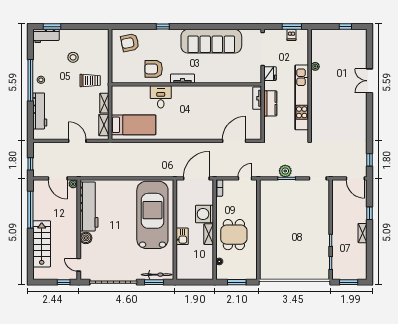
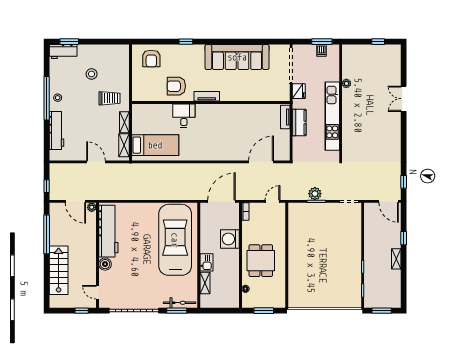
armchair: (130, 43) -> (151, 59), turned -78
shelving: (209, 234) -> (205, 283), moved

